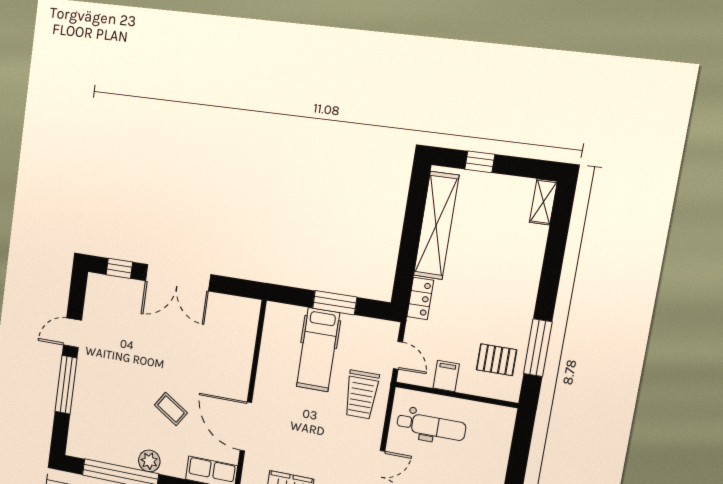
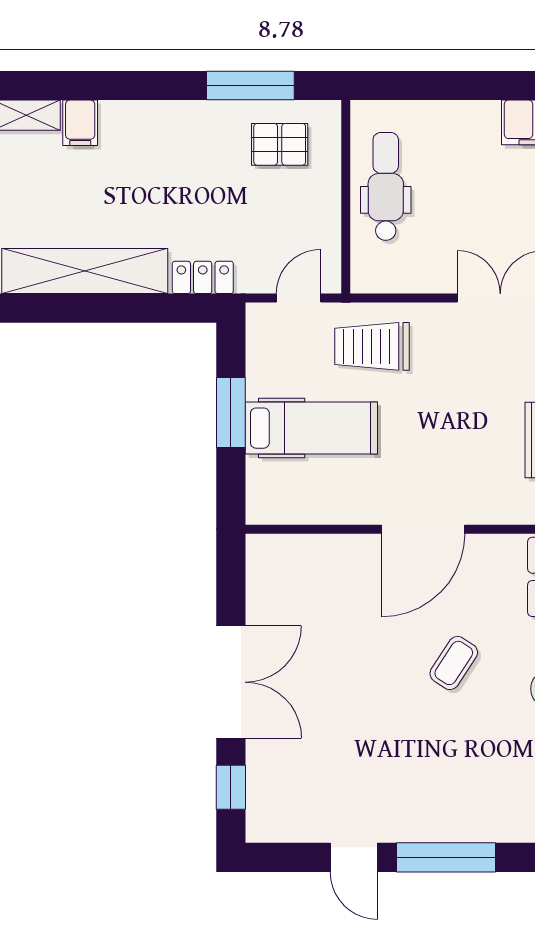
pallet: (497, 360) -> (280, 144), turned 90
filing cabinet: (446, 376) -> (80, 123), moved, turned -90
trolley: (361, 395) -> (372, 346), turned 180
dental chair: (431, 426) -> (386, 186), moved
door: (246, 427) -> (423, 529), moved

